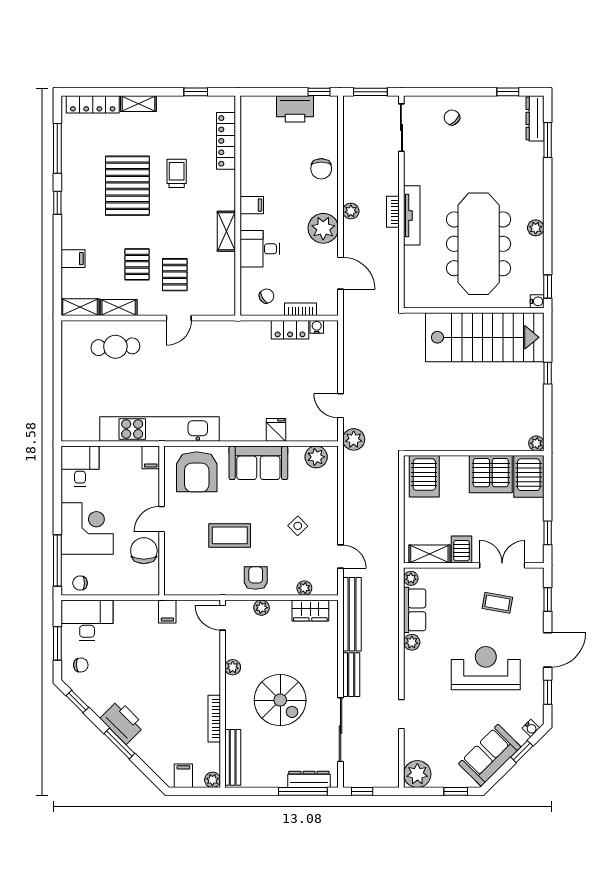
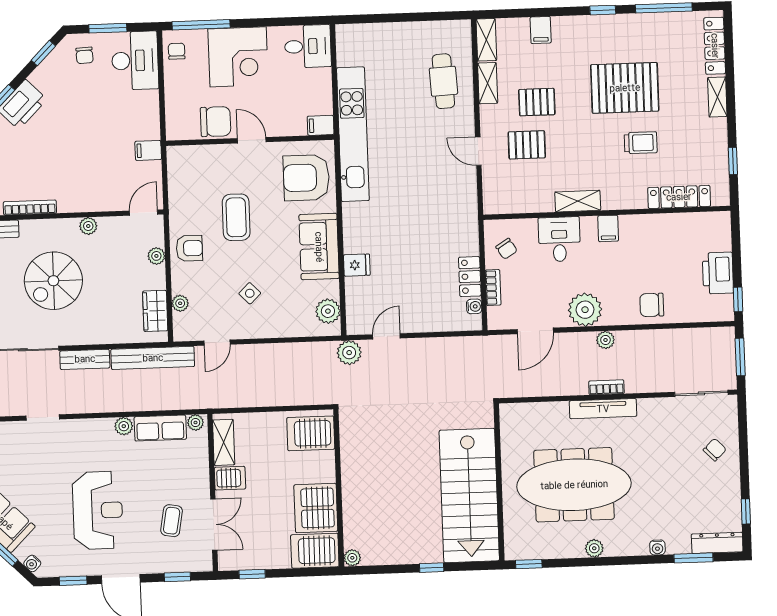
water cooler: (537, 301) -> (657, 547), moved

